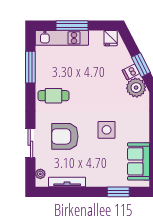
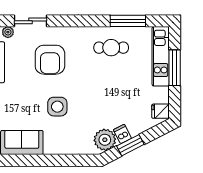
cafe table: (54, 96) -> (111, 48), moved, turned 90
armchair: (65, 136) -> (50, 60), turned 180
sliding door: (30, 143) -> (31, 21), moved

